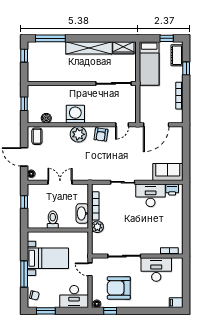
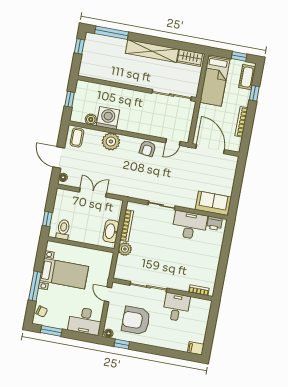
washing machine: (75, 114) -> (108, 118), moved
door: (156, 125) -> (210, 149), swing flipped
plant: (78, 134) -> (111, 141), moved
window: (24, 202) -> (47, 219), moved
toilet: (53, 220) -> (63, 230), moved
desk: (156, 270) -> (176, 307), width x0.73

